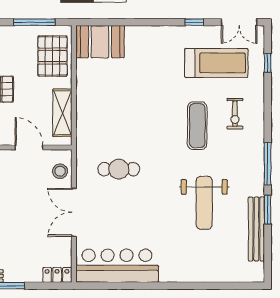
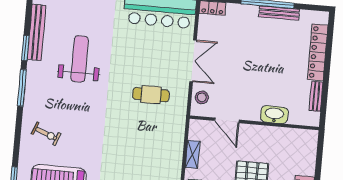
shelving: (62, 113) -> (193, 154), width x0.67, depth x0.75
exercise bike: (235, 114) -> (46, 134), turned 111
exercise mat: (197, 126) -> (80, 126), removed

